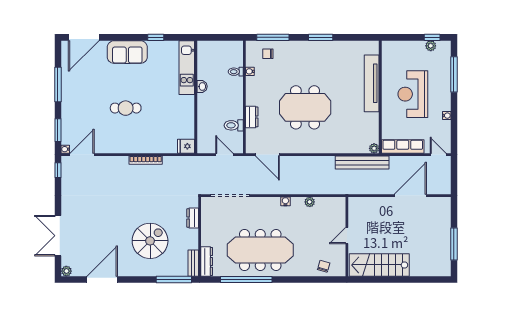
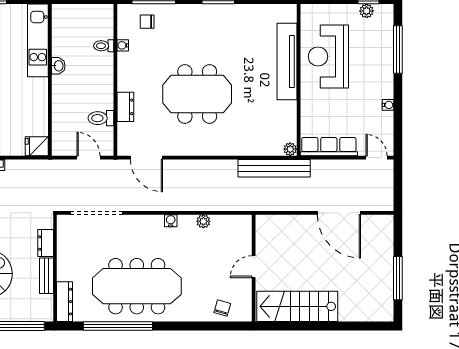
reception desk: (413, 94) -> (328, 56), moved
door: (410, 196) -> (339, 213), swing flipped
bench: (193, 263) -> (46, 276), moved

